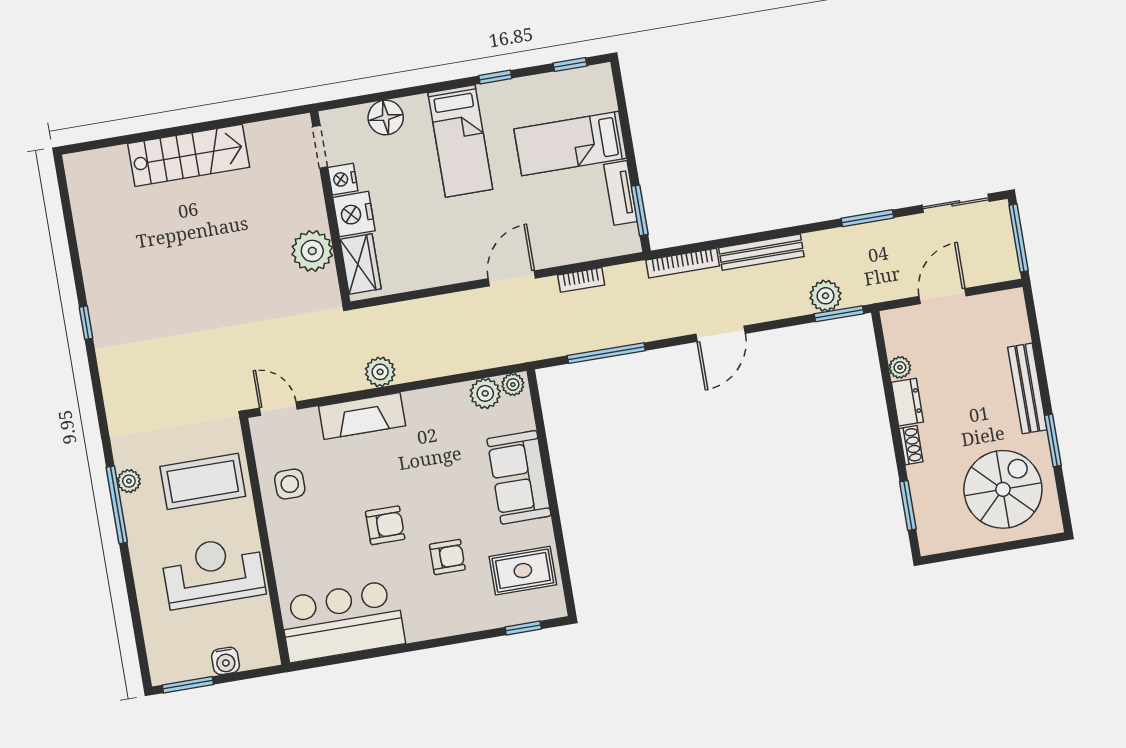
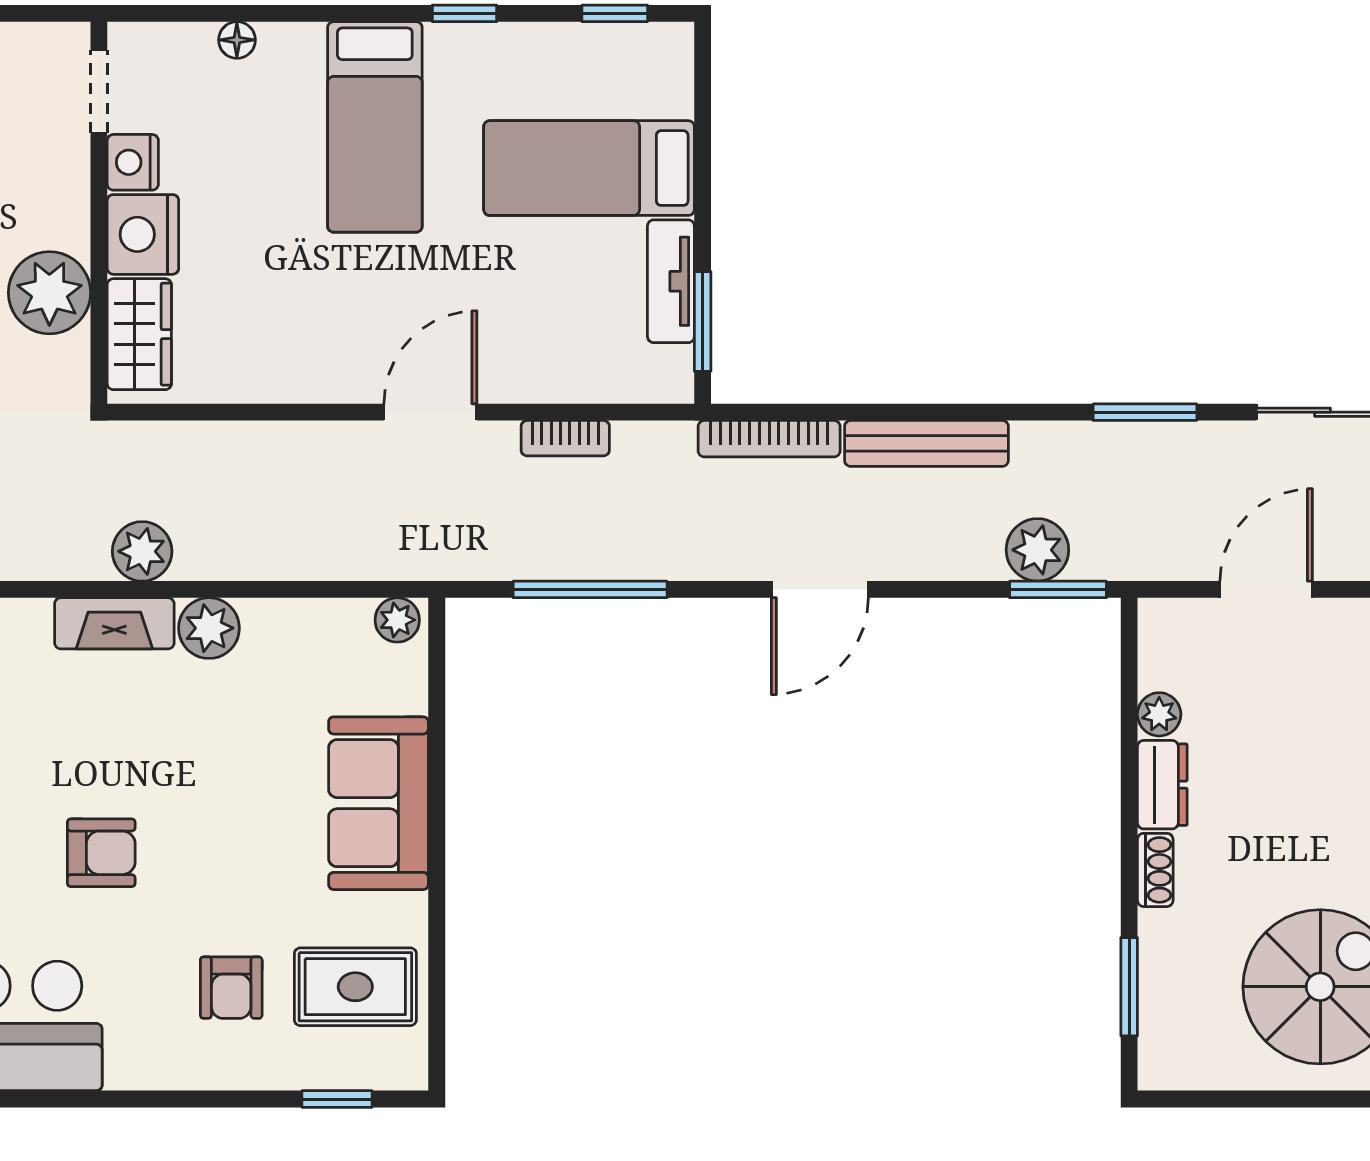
floor lamp: (386, 118) -> (237, 40), width x0.53, depth x0.53
plant: (485, 393) -> (209, 628), moved
fireplace: (362, 416) -> (114, 623), width x0.73, depth x0.76
armchair: (447, 557) -> (231, 988), moved, turned 90

